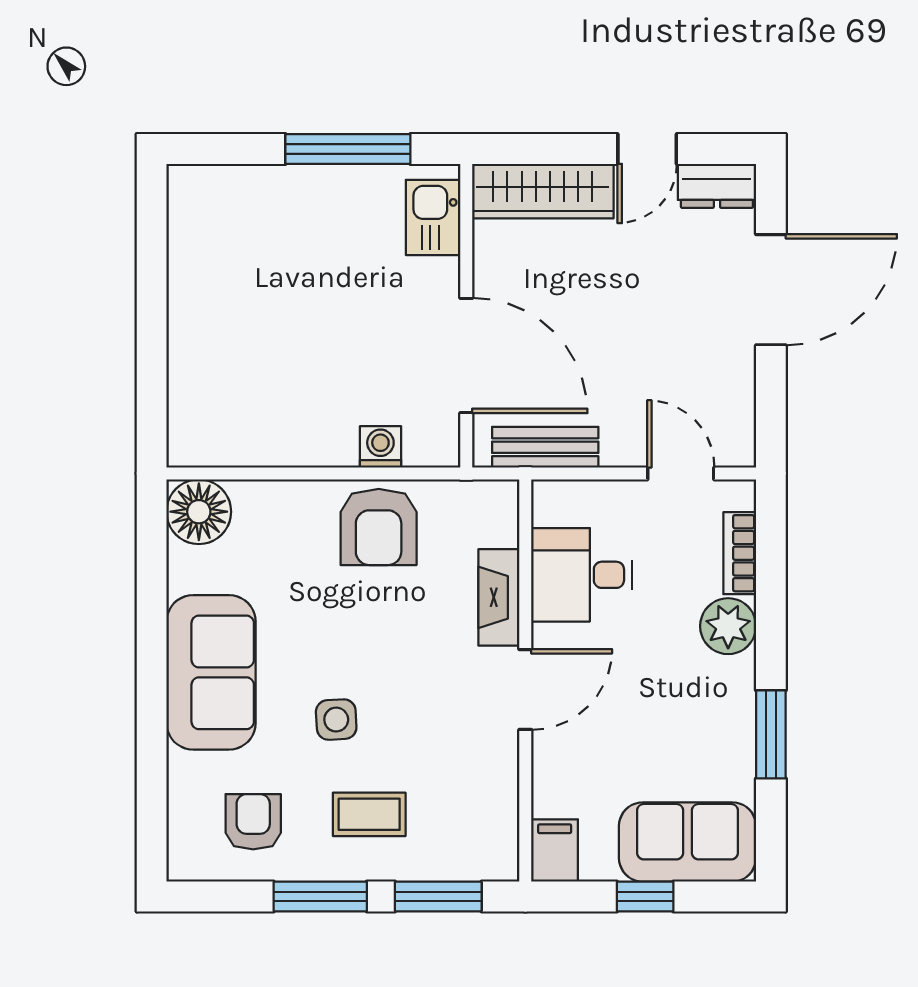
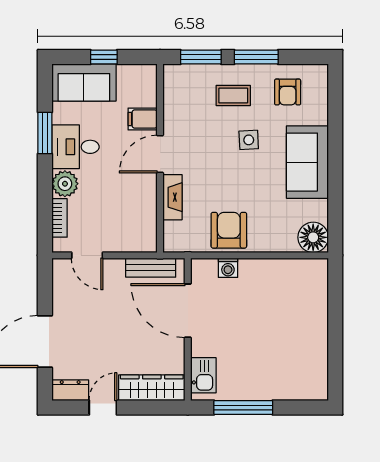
desk: (582, 575) -> (75, 147), moved, turned 180
filing cabinet: (555, 851) -> (143, 119), moved, turned 90

